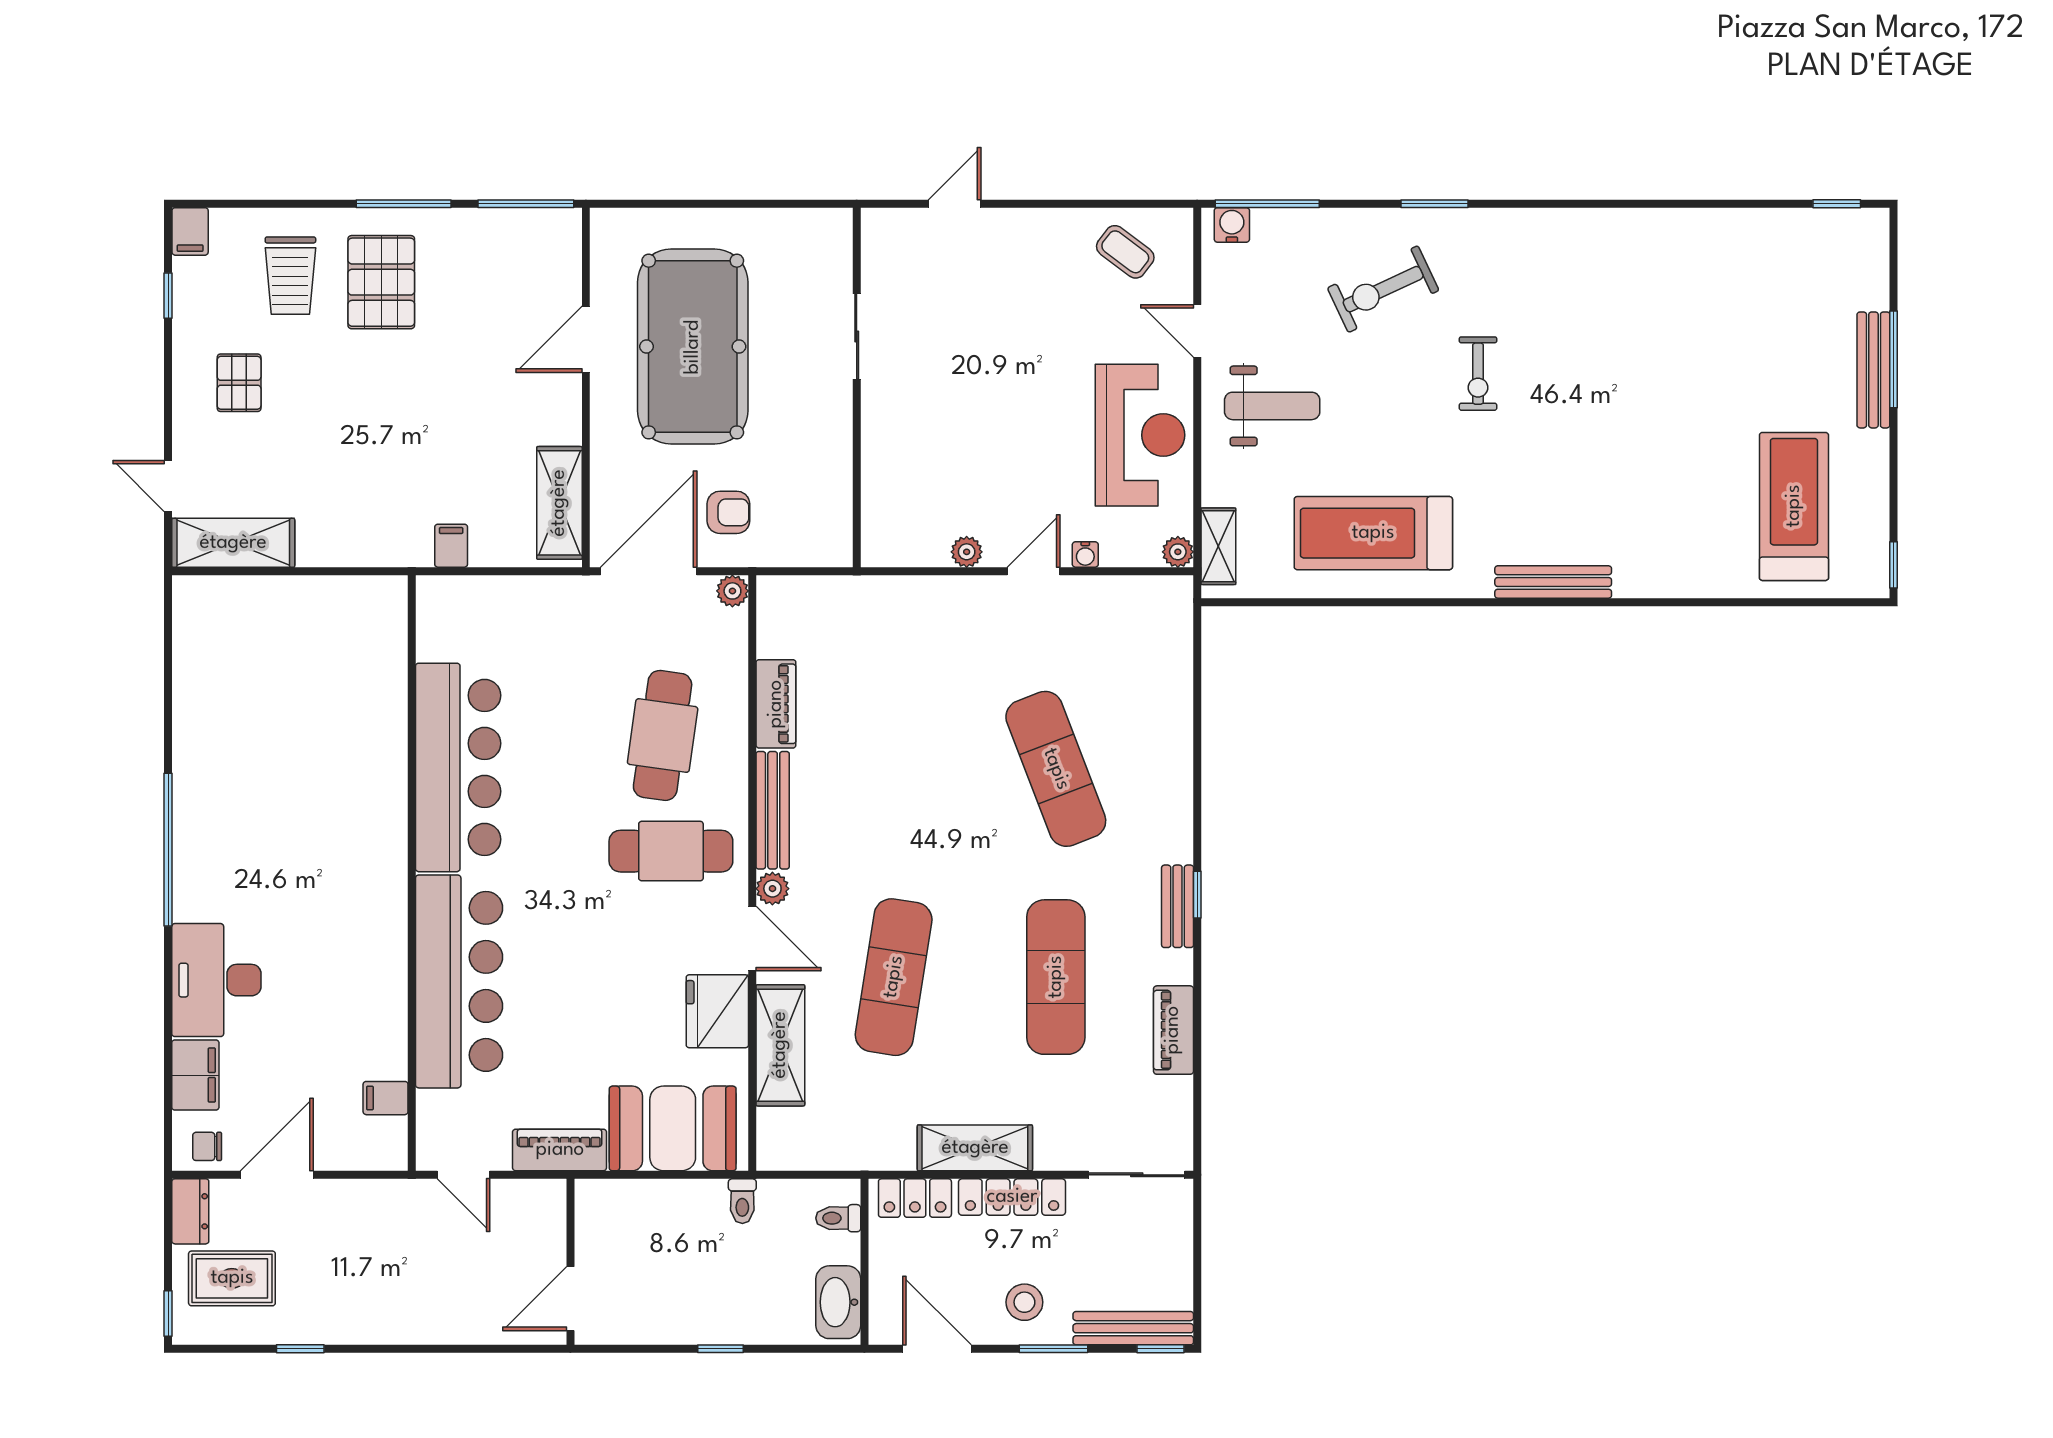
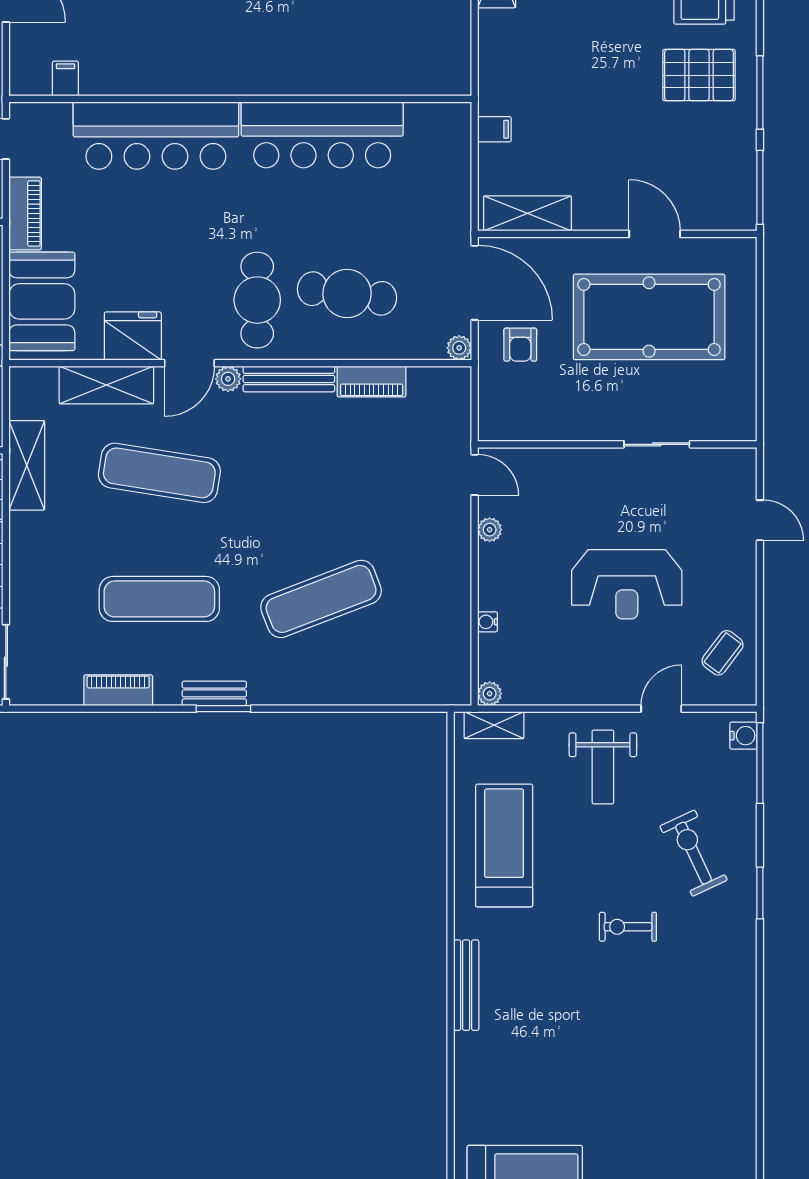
reception desk: (1140, 435) -> (627, 584), moved
door: (1034, 571) -> (475, 475), moved
window: (1197, 895) -> (223, 709), width x1.50
shelving: (975, 1148) -> (27, 465), moved

